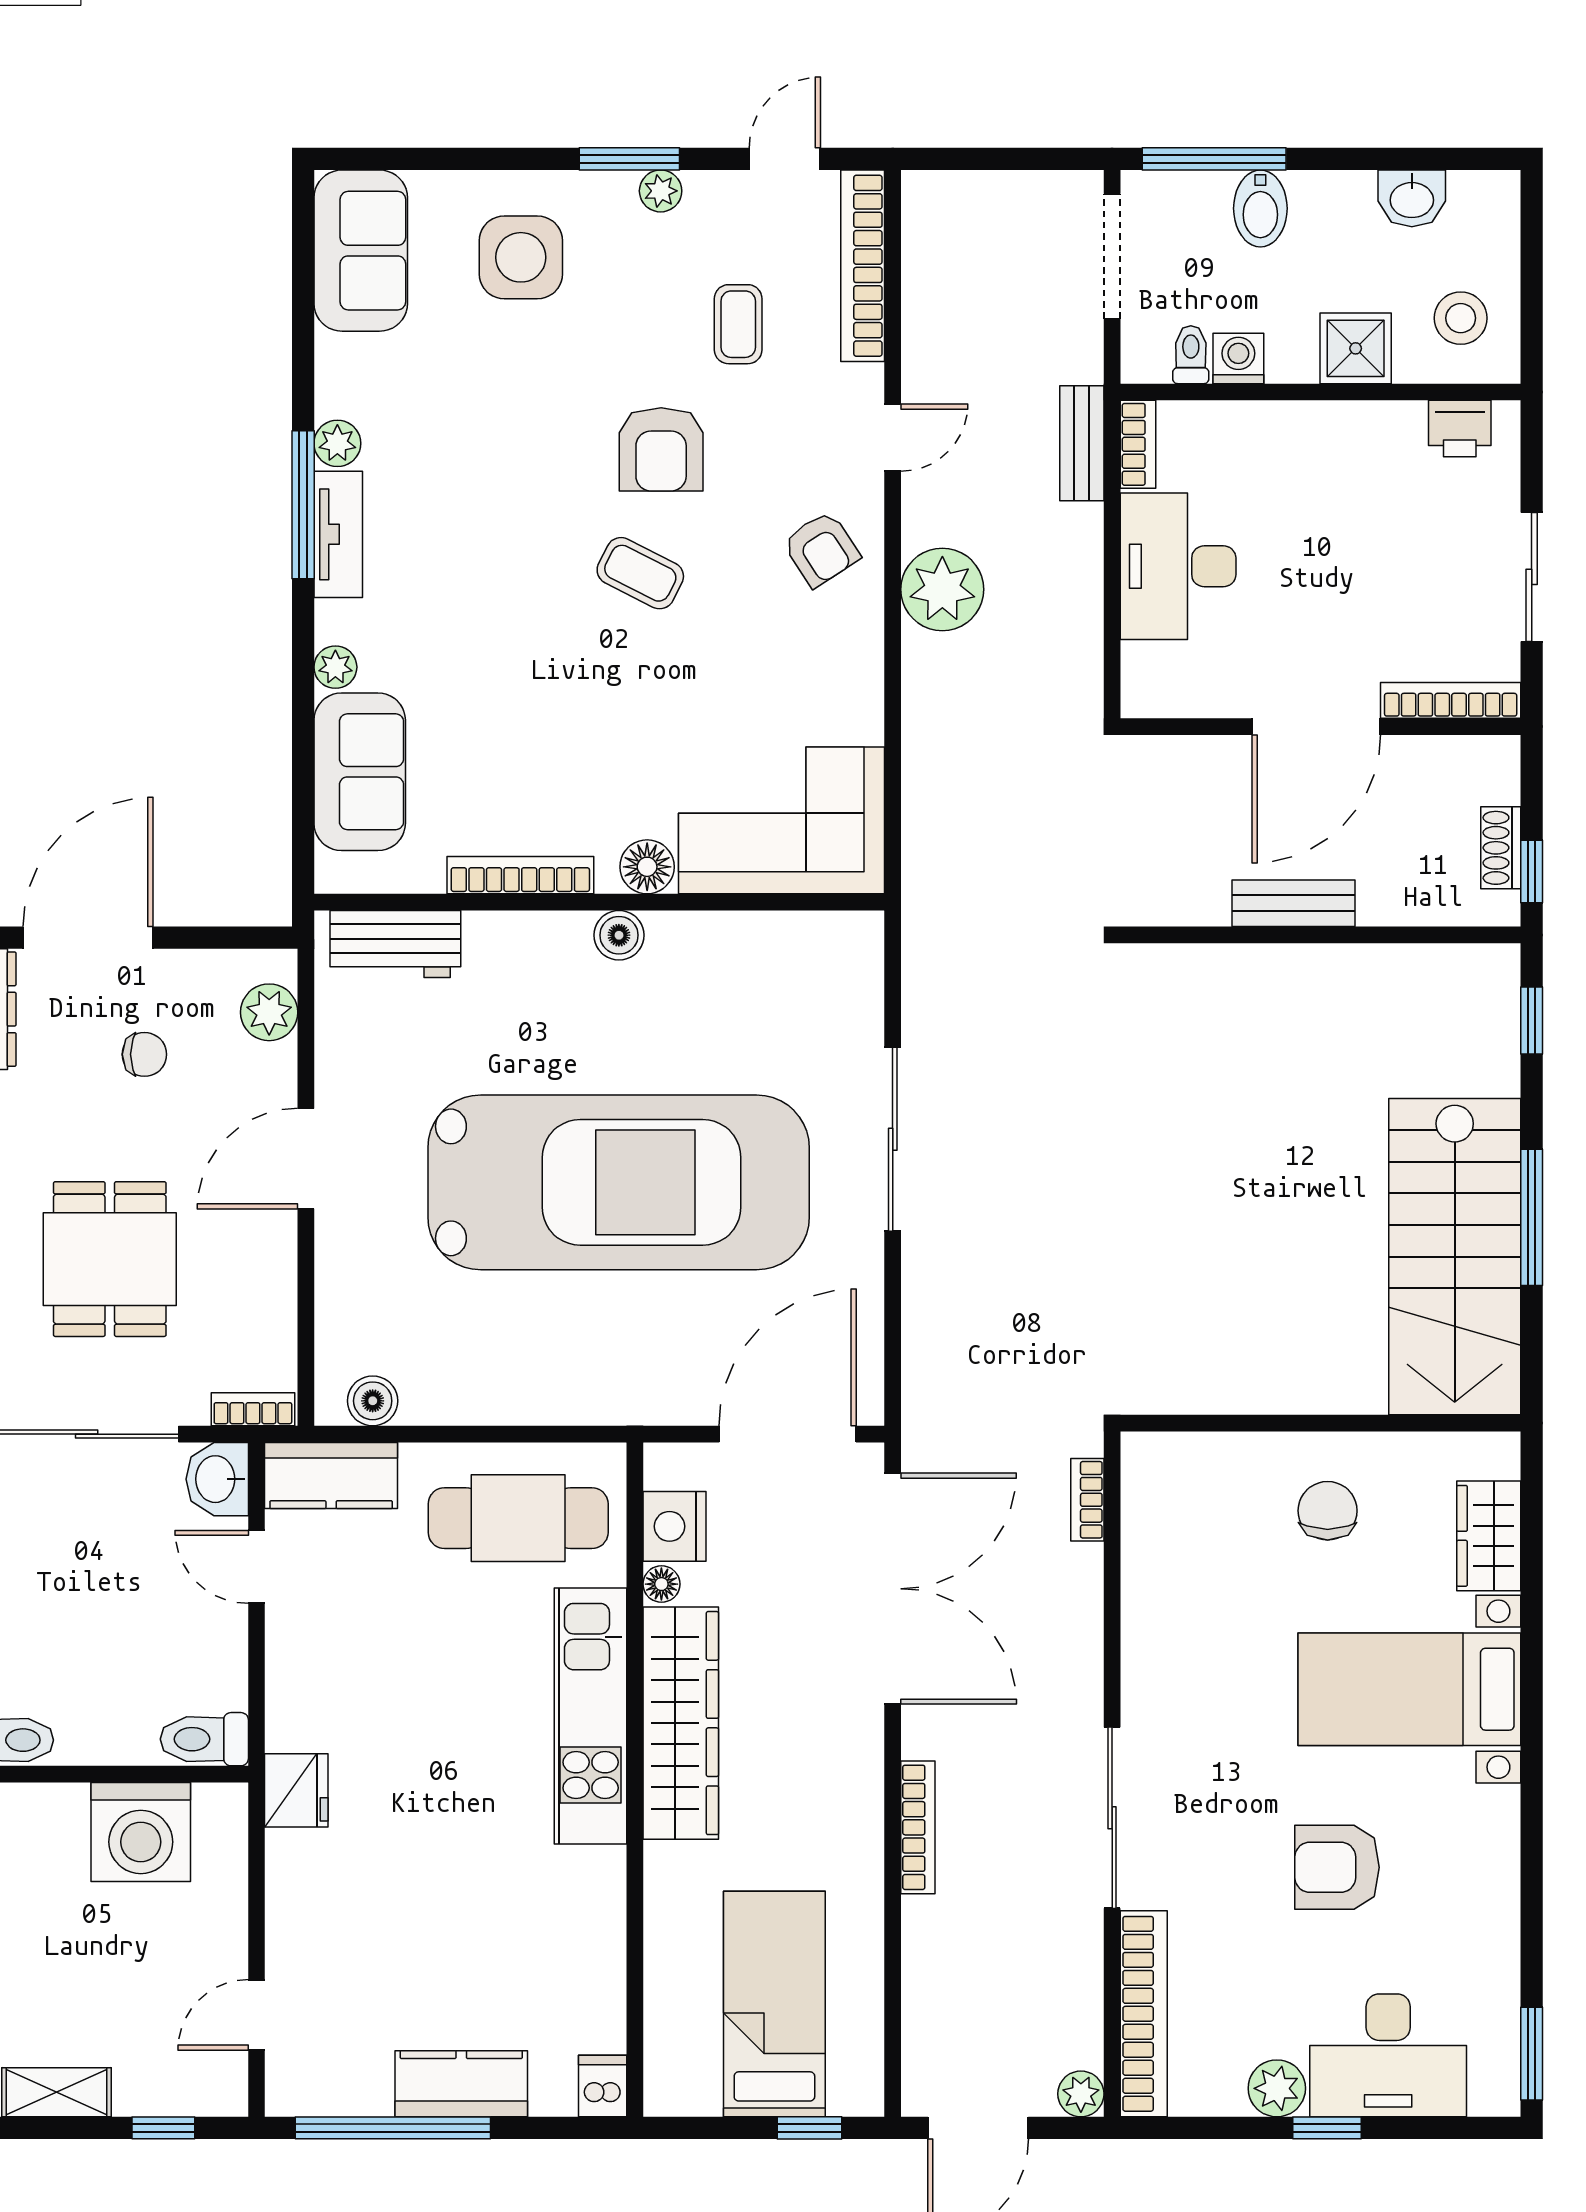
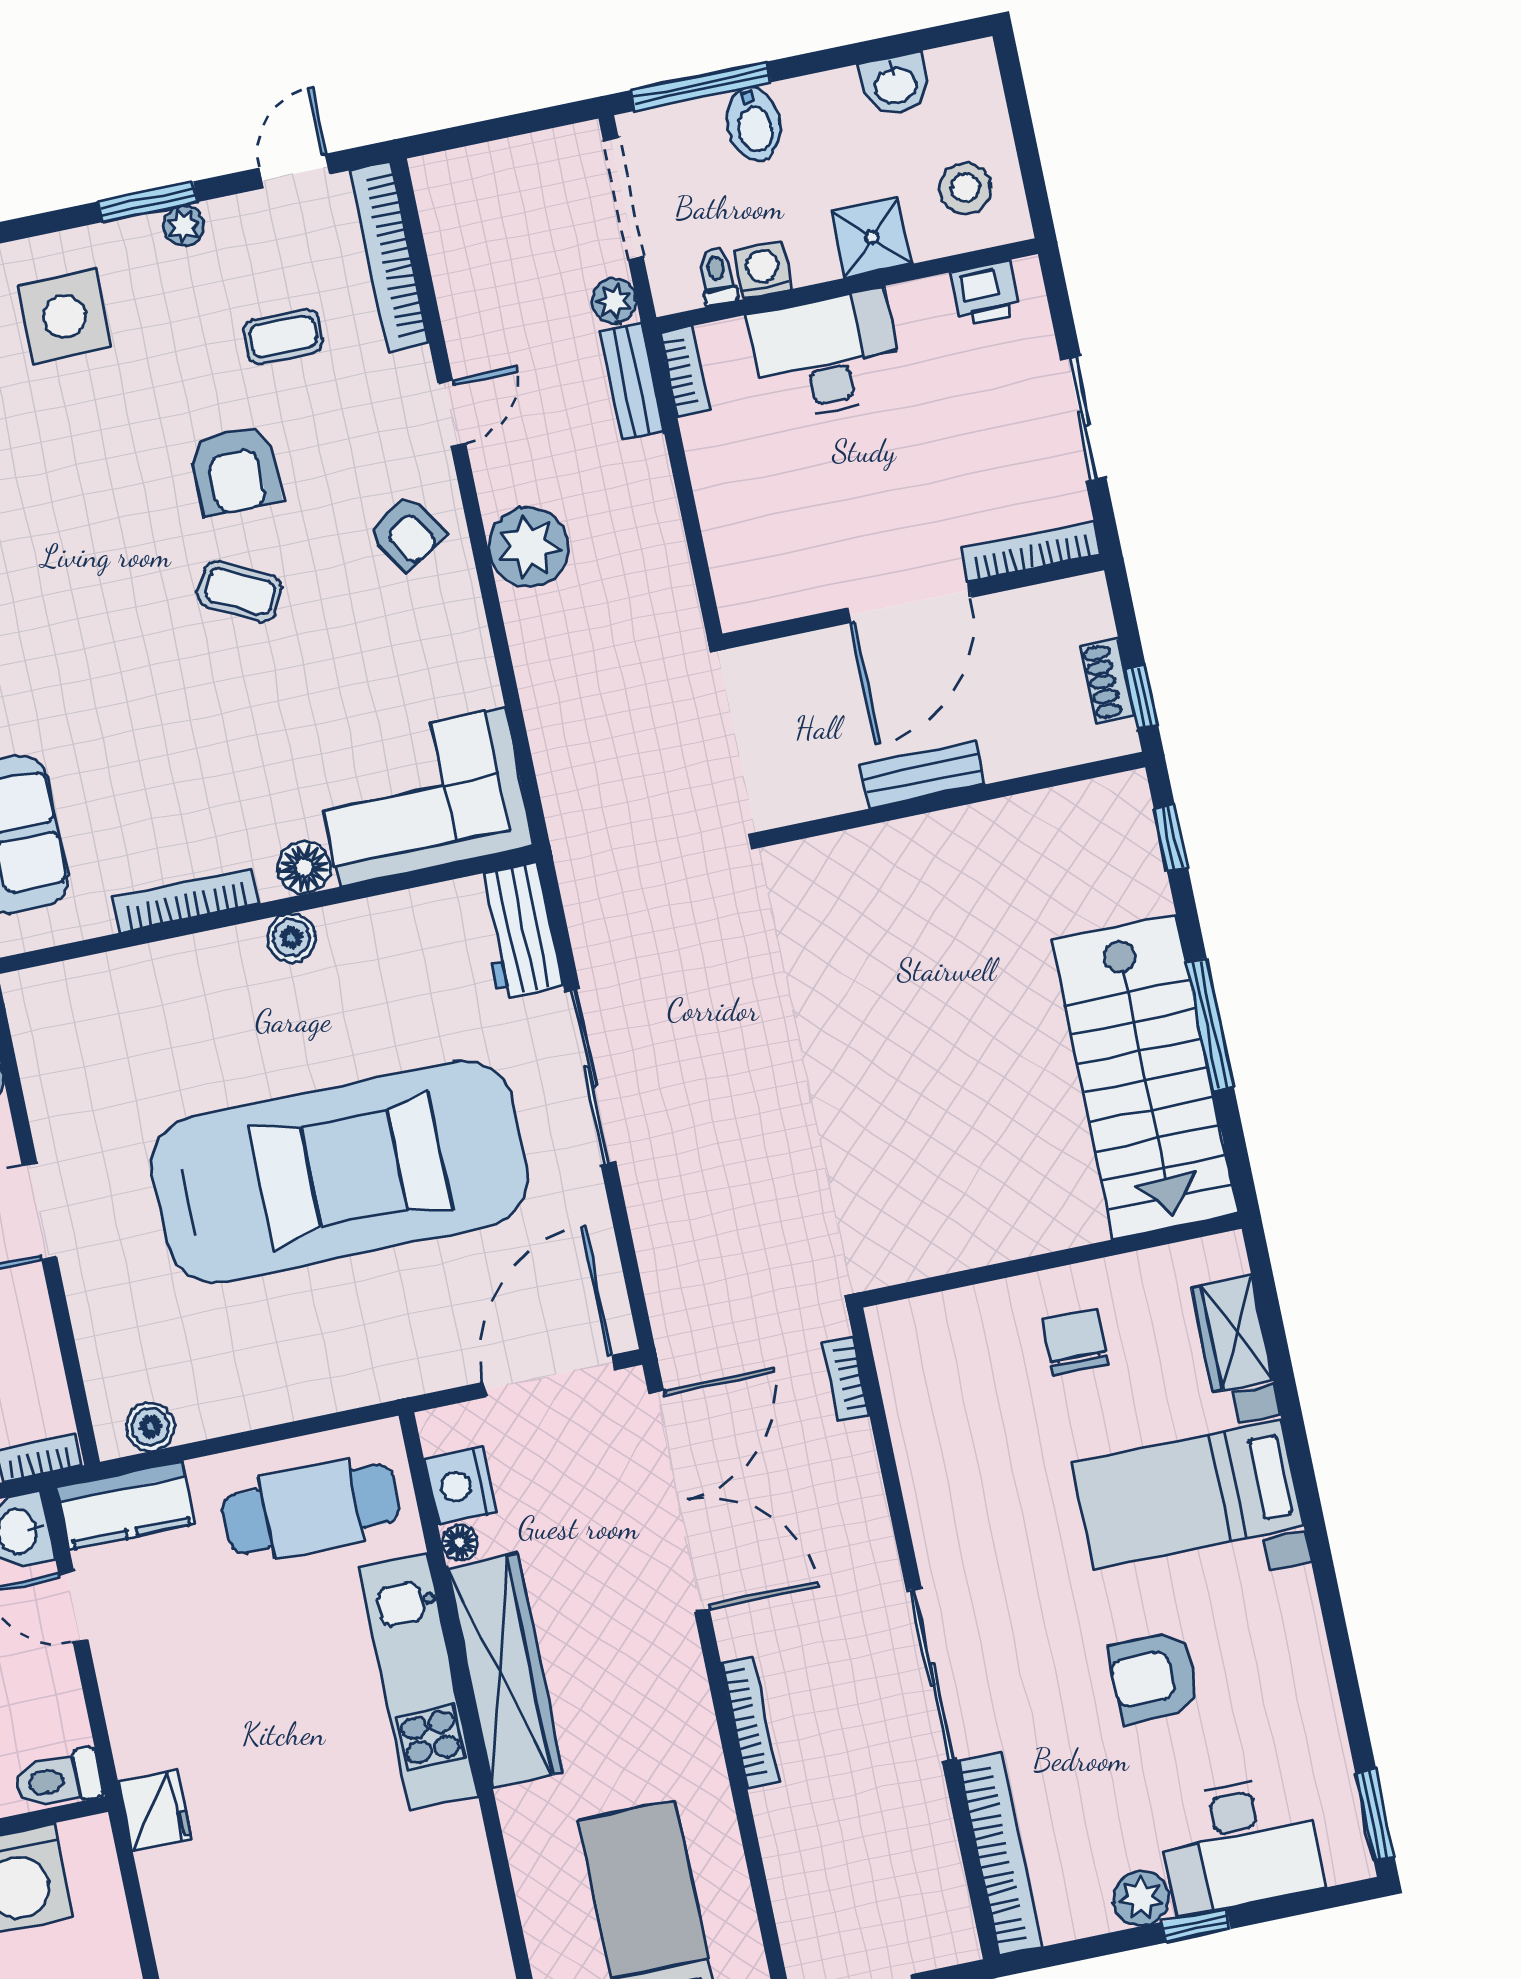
coffee table: (738, 324) -> (283, 337), turned 90
desk: (1178, 566) -> (826, 355), moved, turned 90
workbench: (395, 944) -> (518, 930), moved, turned 90
plant: (1081, 2094) -> (614, 301), moved

